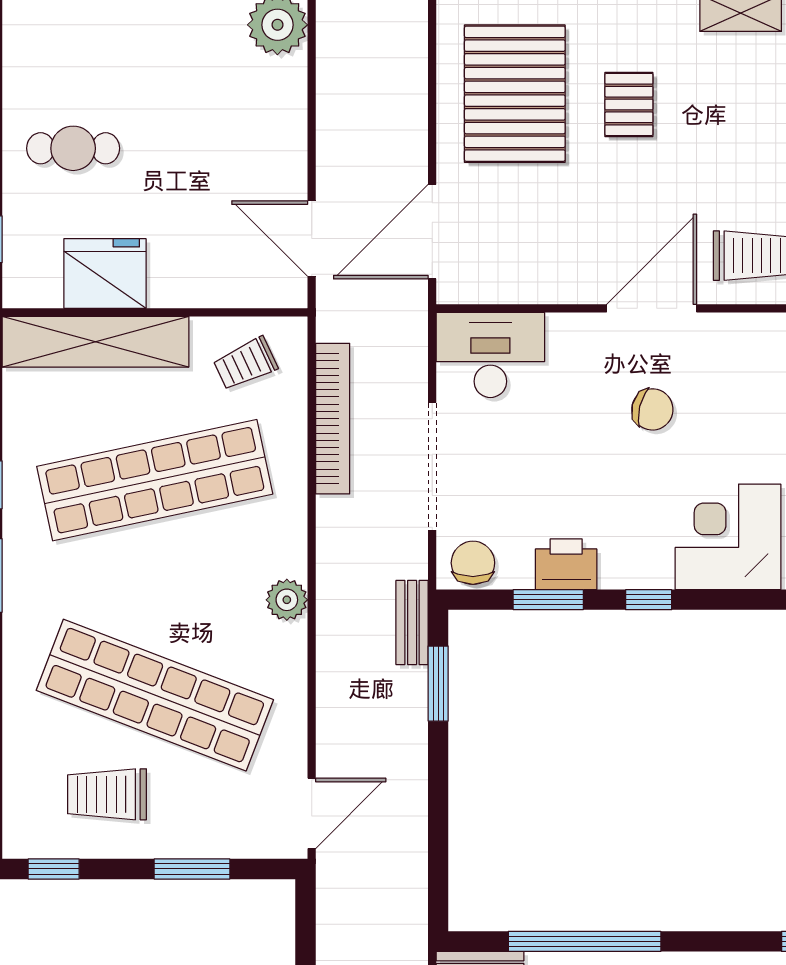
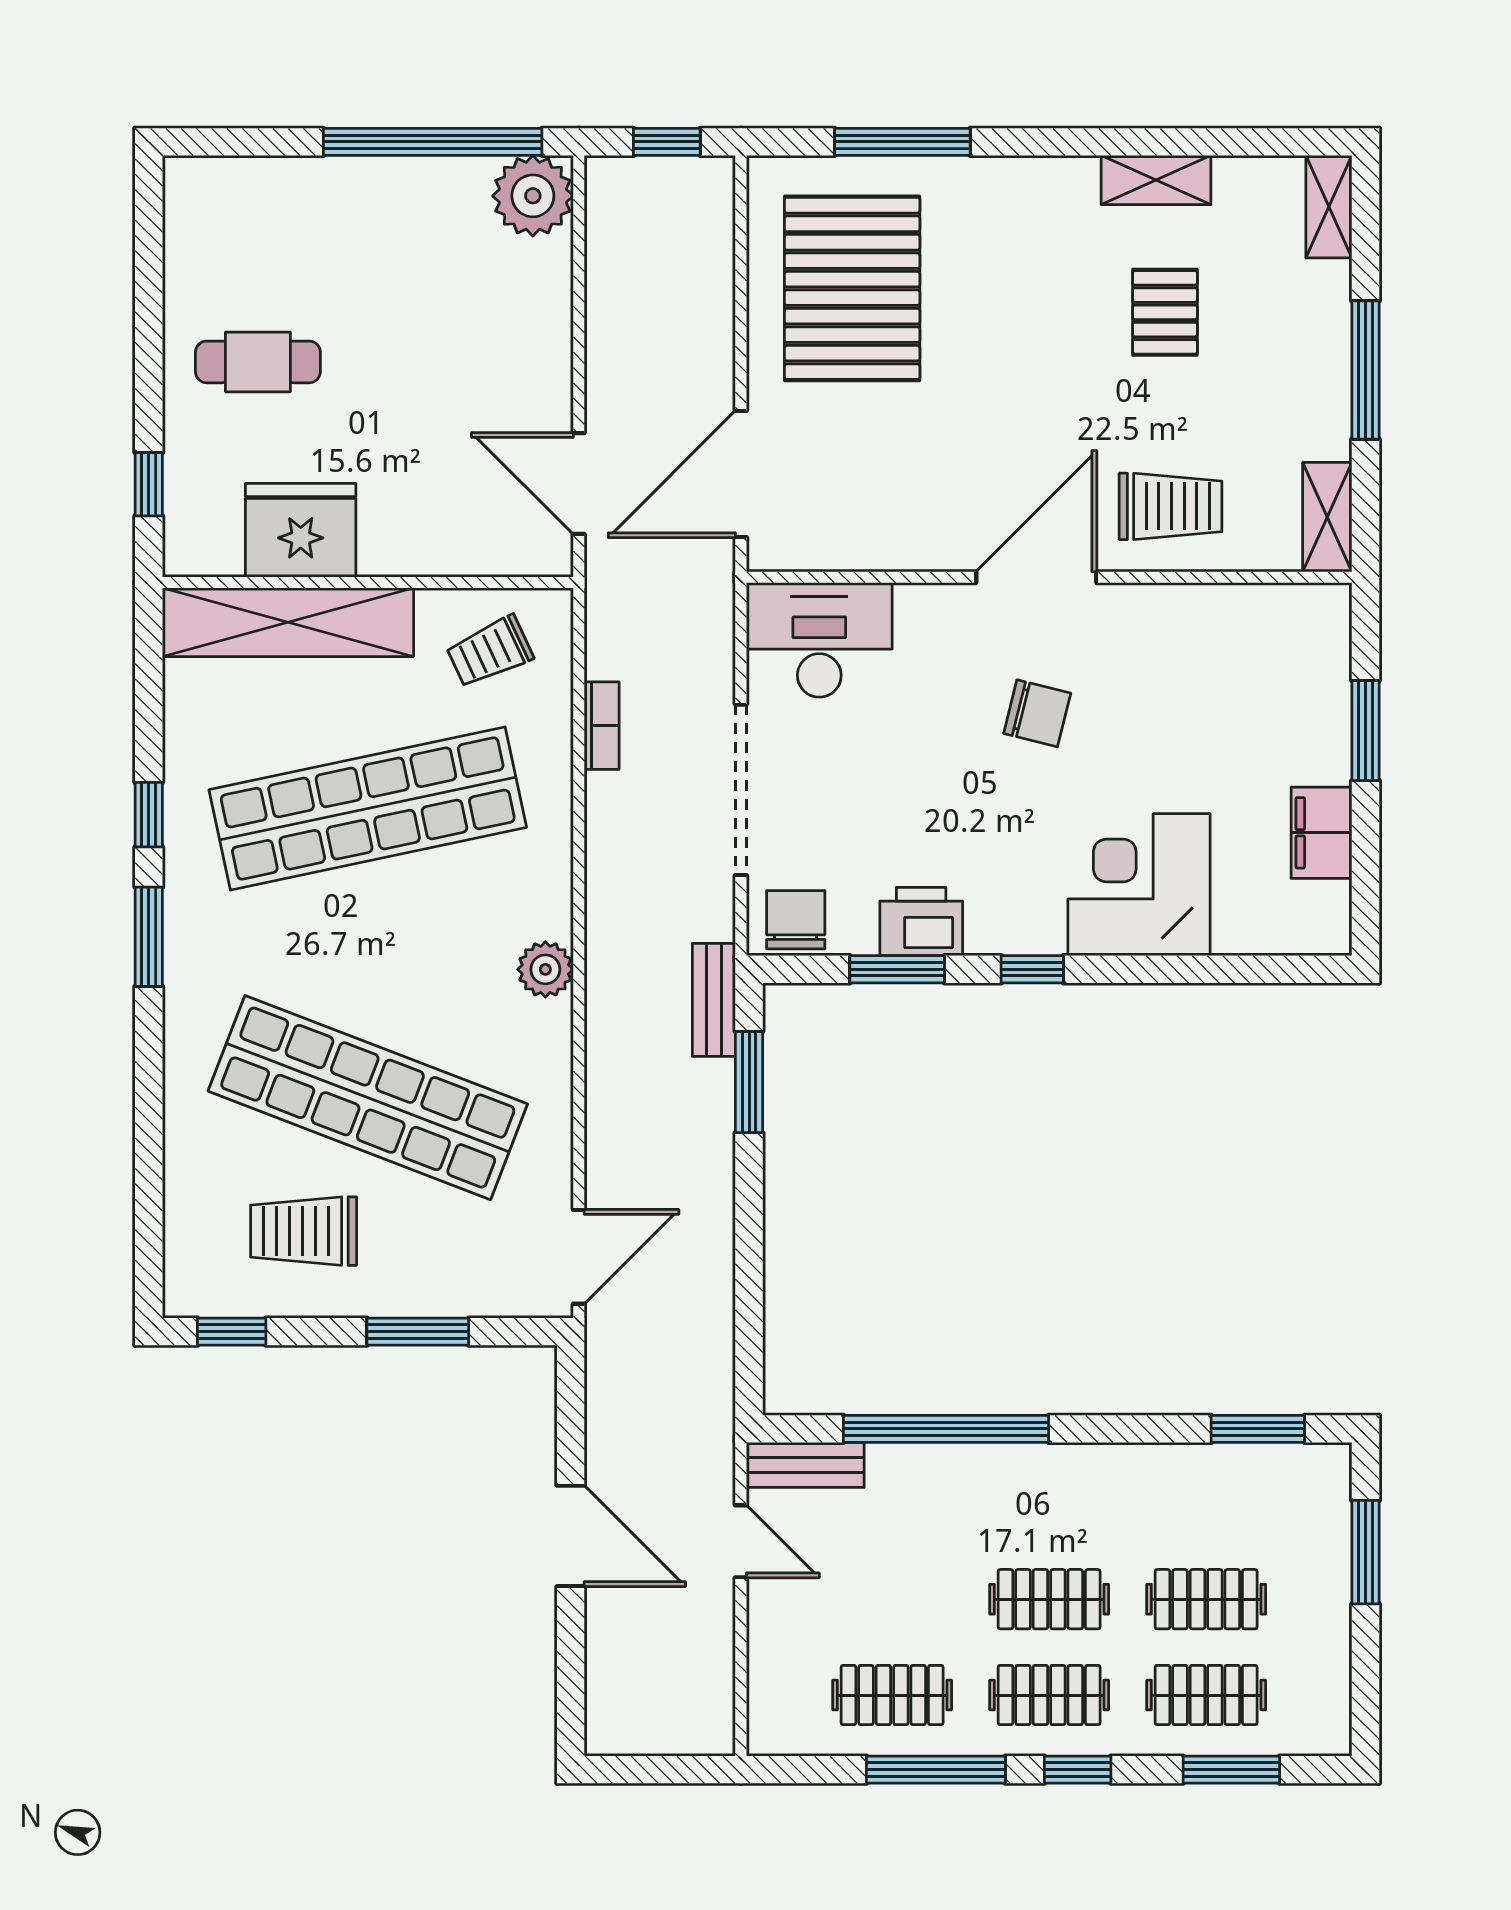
pallet: (629, 104) -> (1165, 312), moved
bookcase: (333, 419) -> (602, 726), width x0.43, depth x0.76

